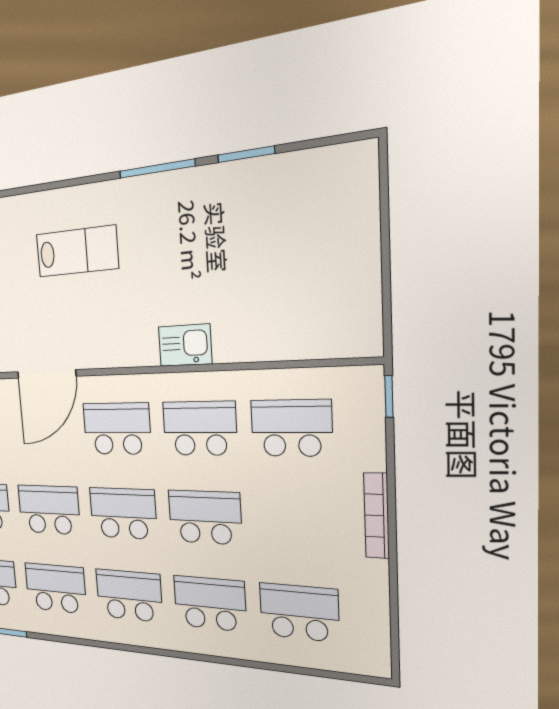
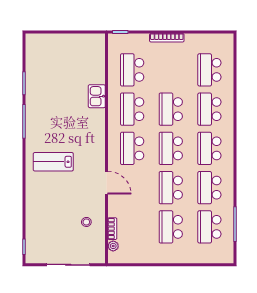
lab bench: (77, 251) -> (53, 162), turned -90
kitchen sink: (185, 345) -> (97, 96), moved
door: (47, 374) -> (107, 183), width x0.73

